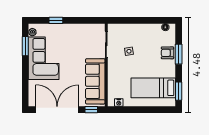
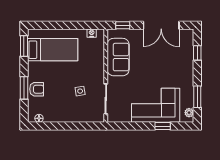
corner sofa: (44, 58) -> (156, 105), moved, turned 90
sofa: (95, 81) -> (118, 57), width x0.73
window: (25, 85) -> (197, 53), added
double door: (57, 110) -> (161, 25), width x0.73

